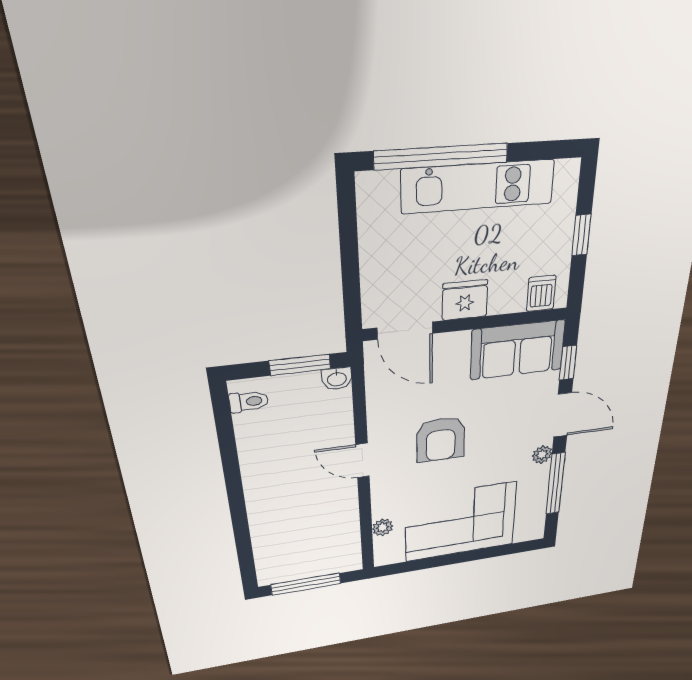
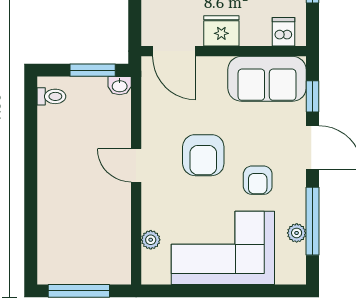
armchair: (501, 455) -> (258, 180), added
plant: (542, 455) -> (297, 233), moved

